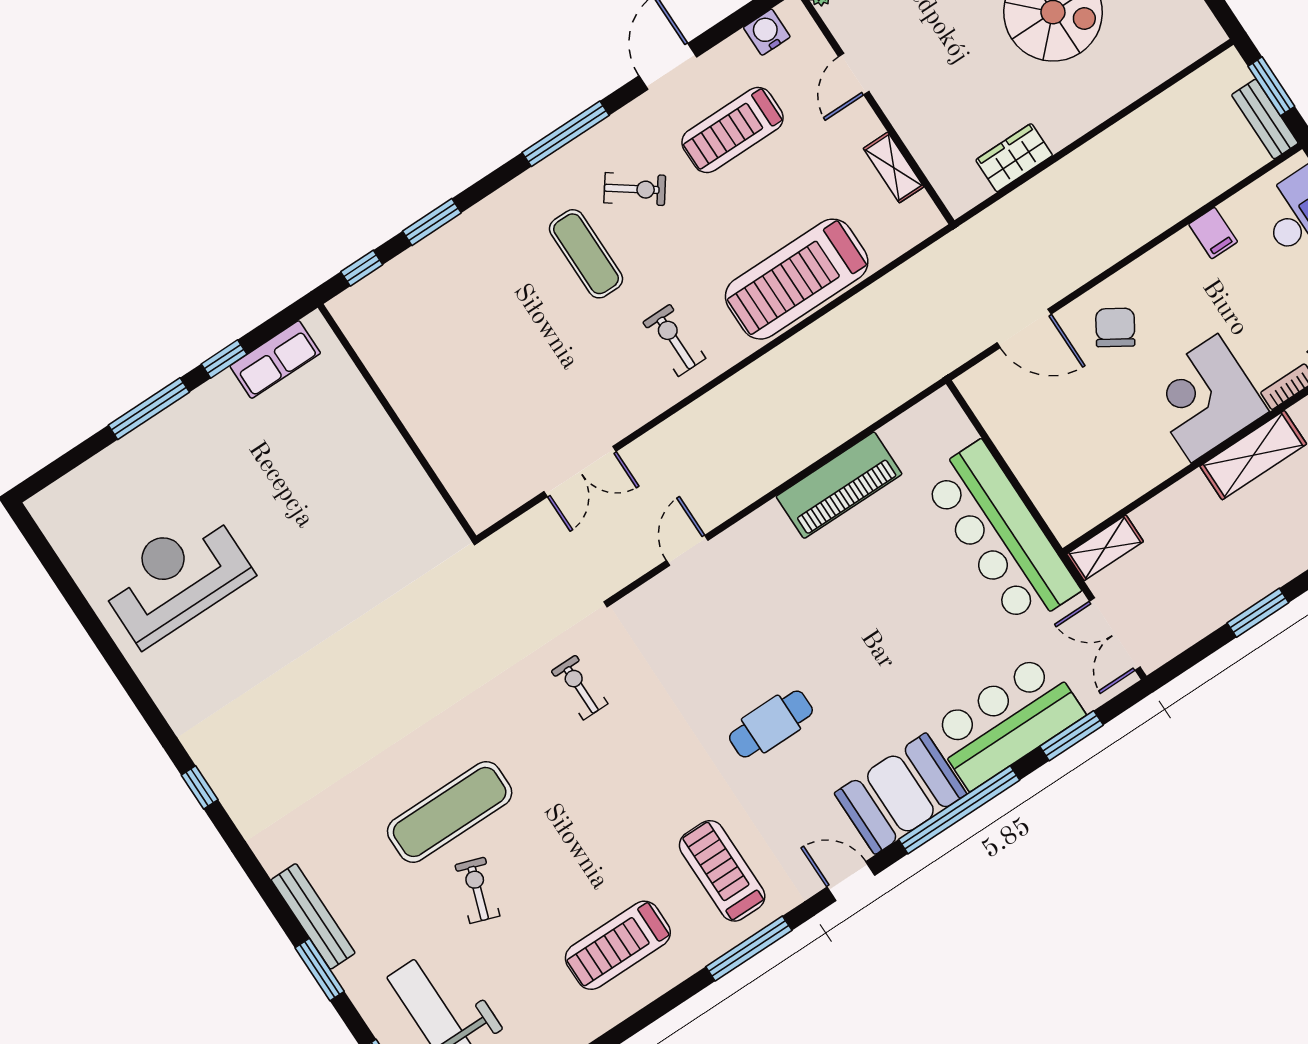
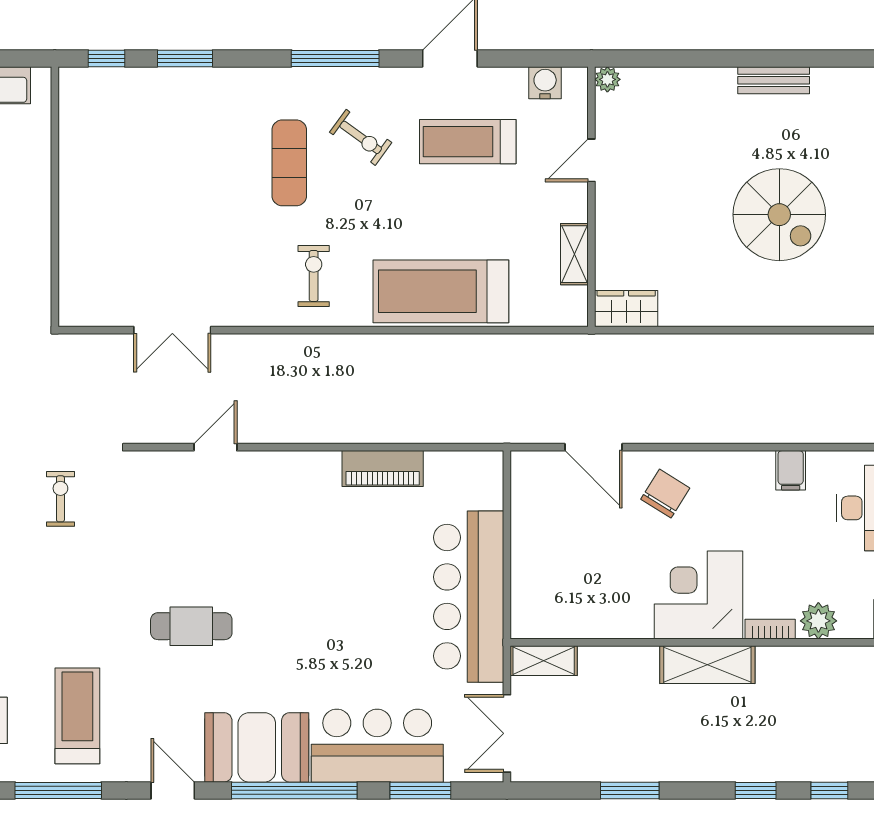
wardrobe: (1014, 158) -> (626, 309), moved
piano: (839, 485) -> (383, 469), width x0.73, depth x0.75

